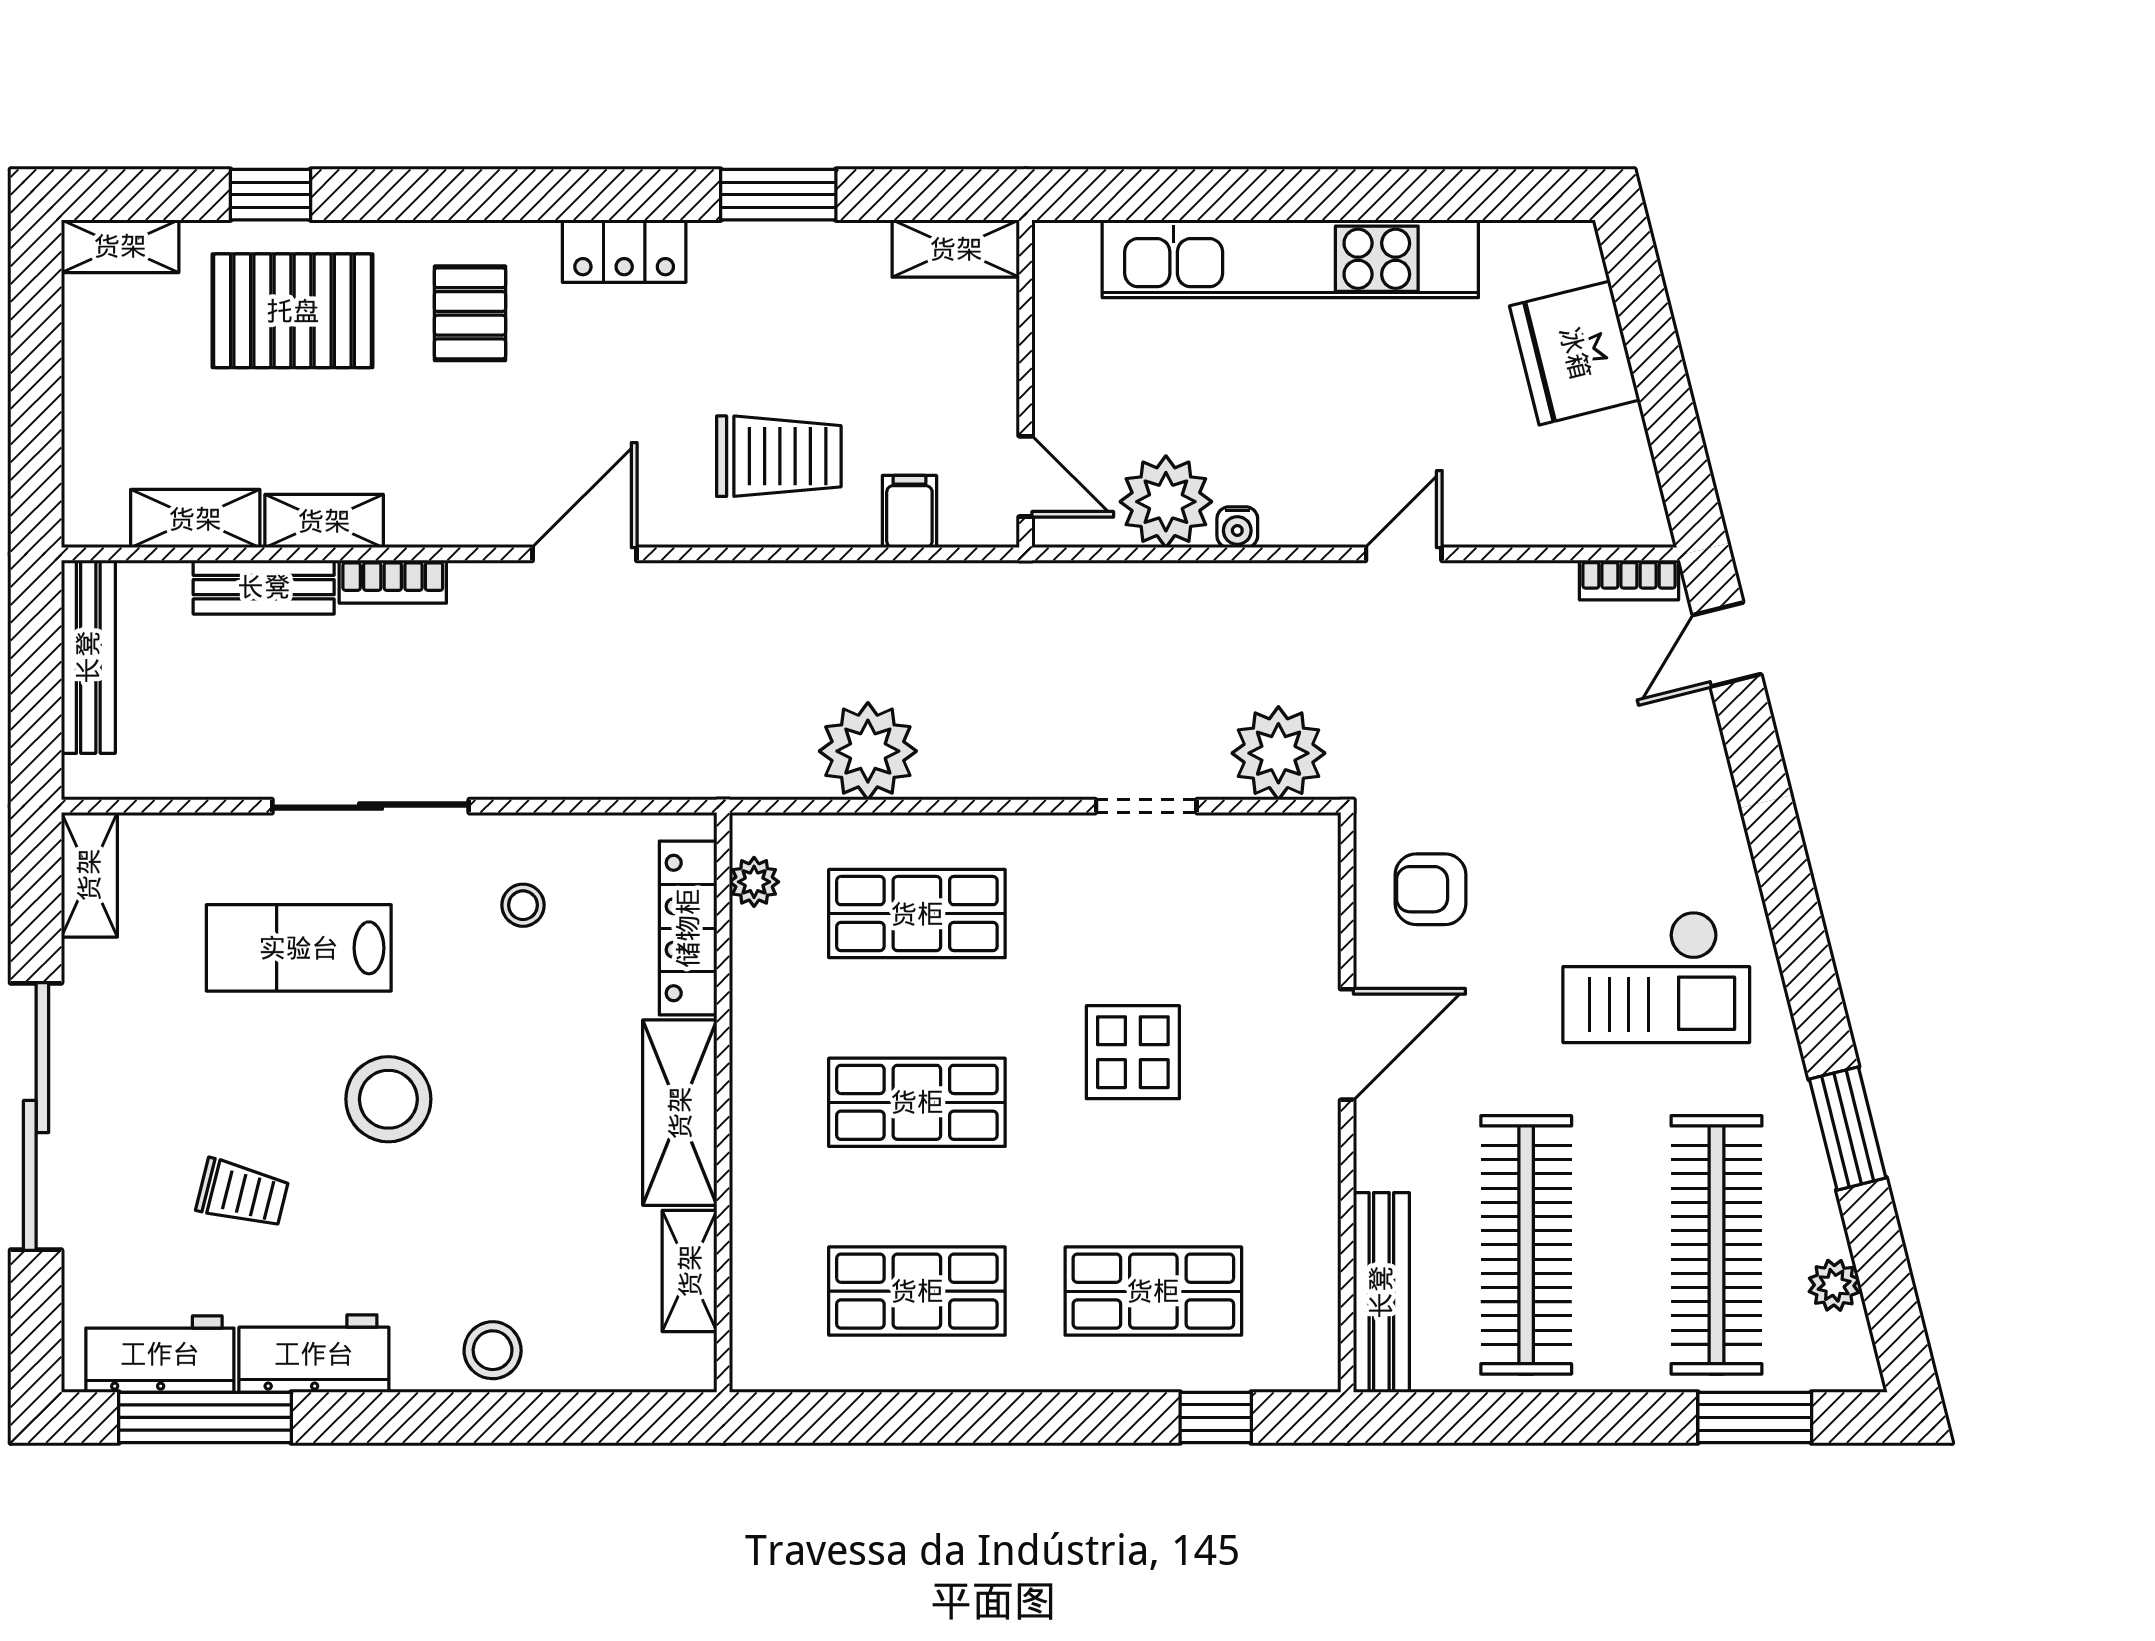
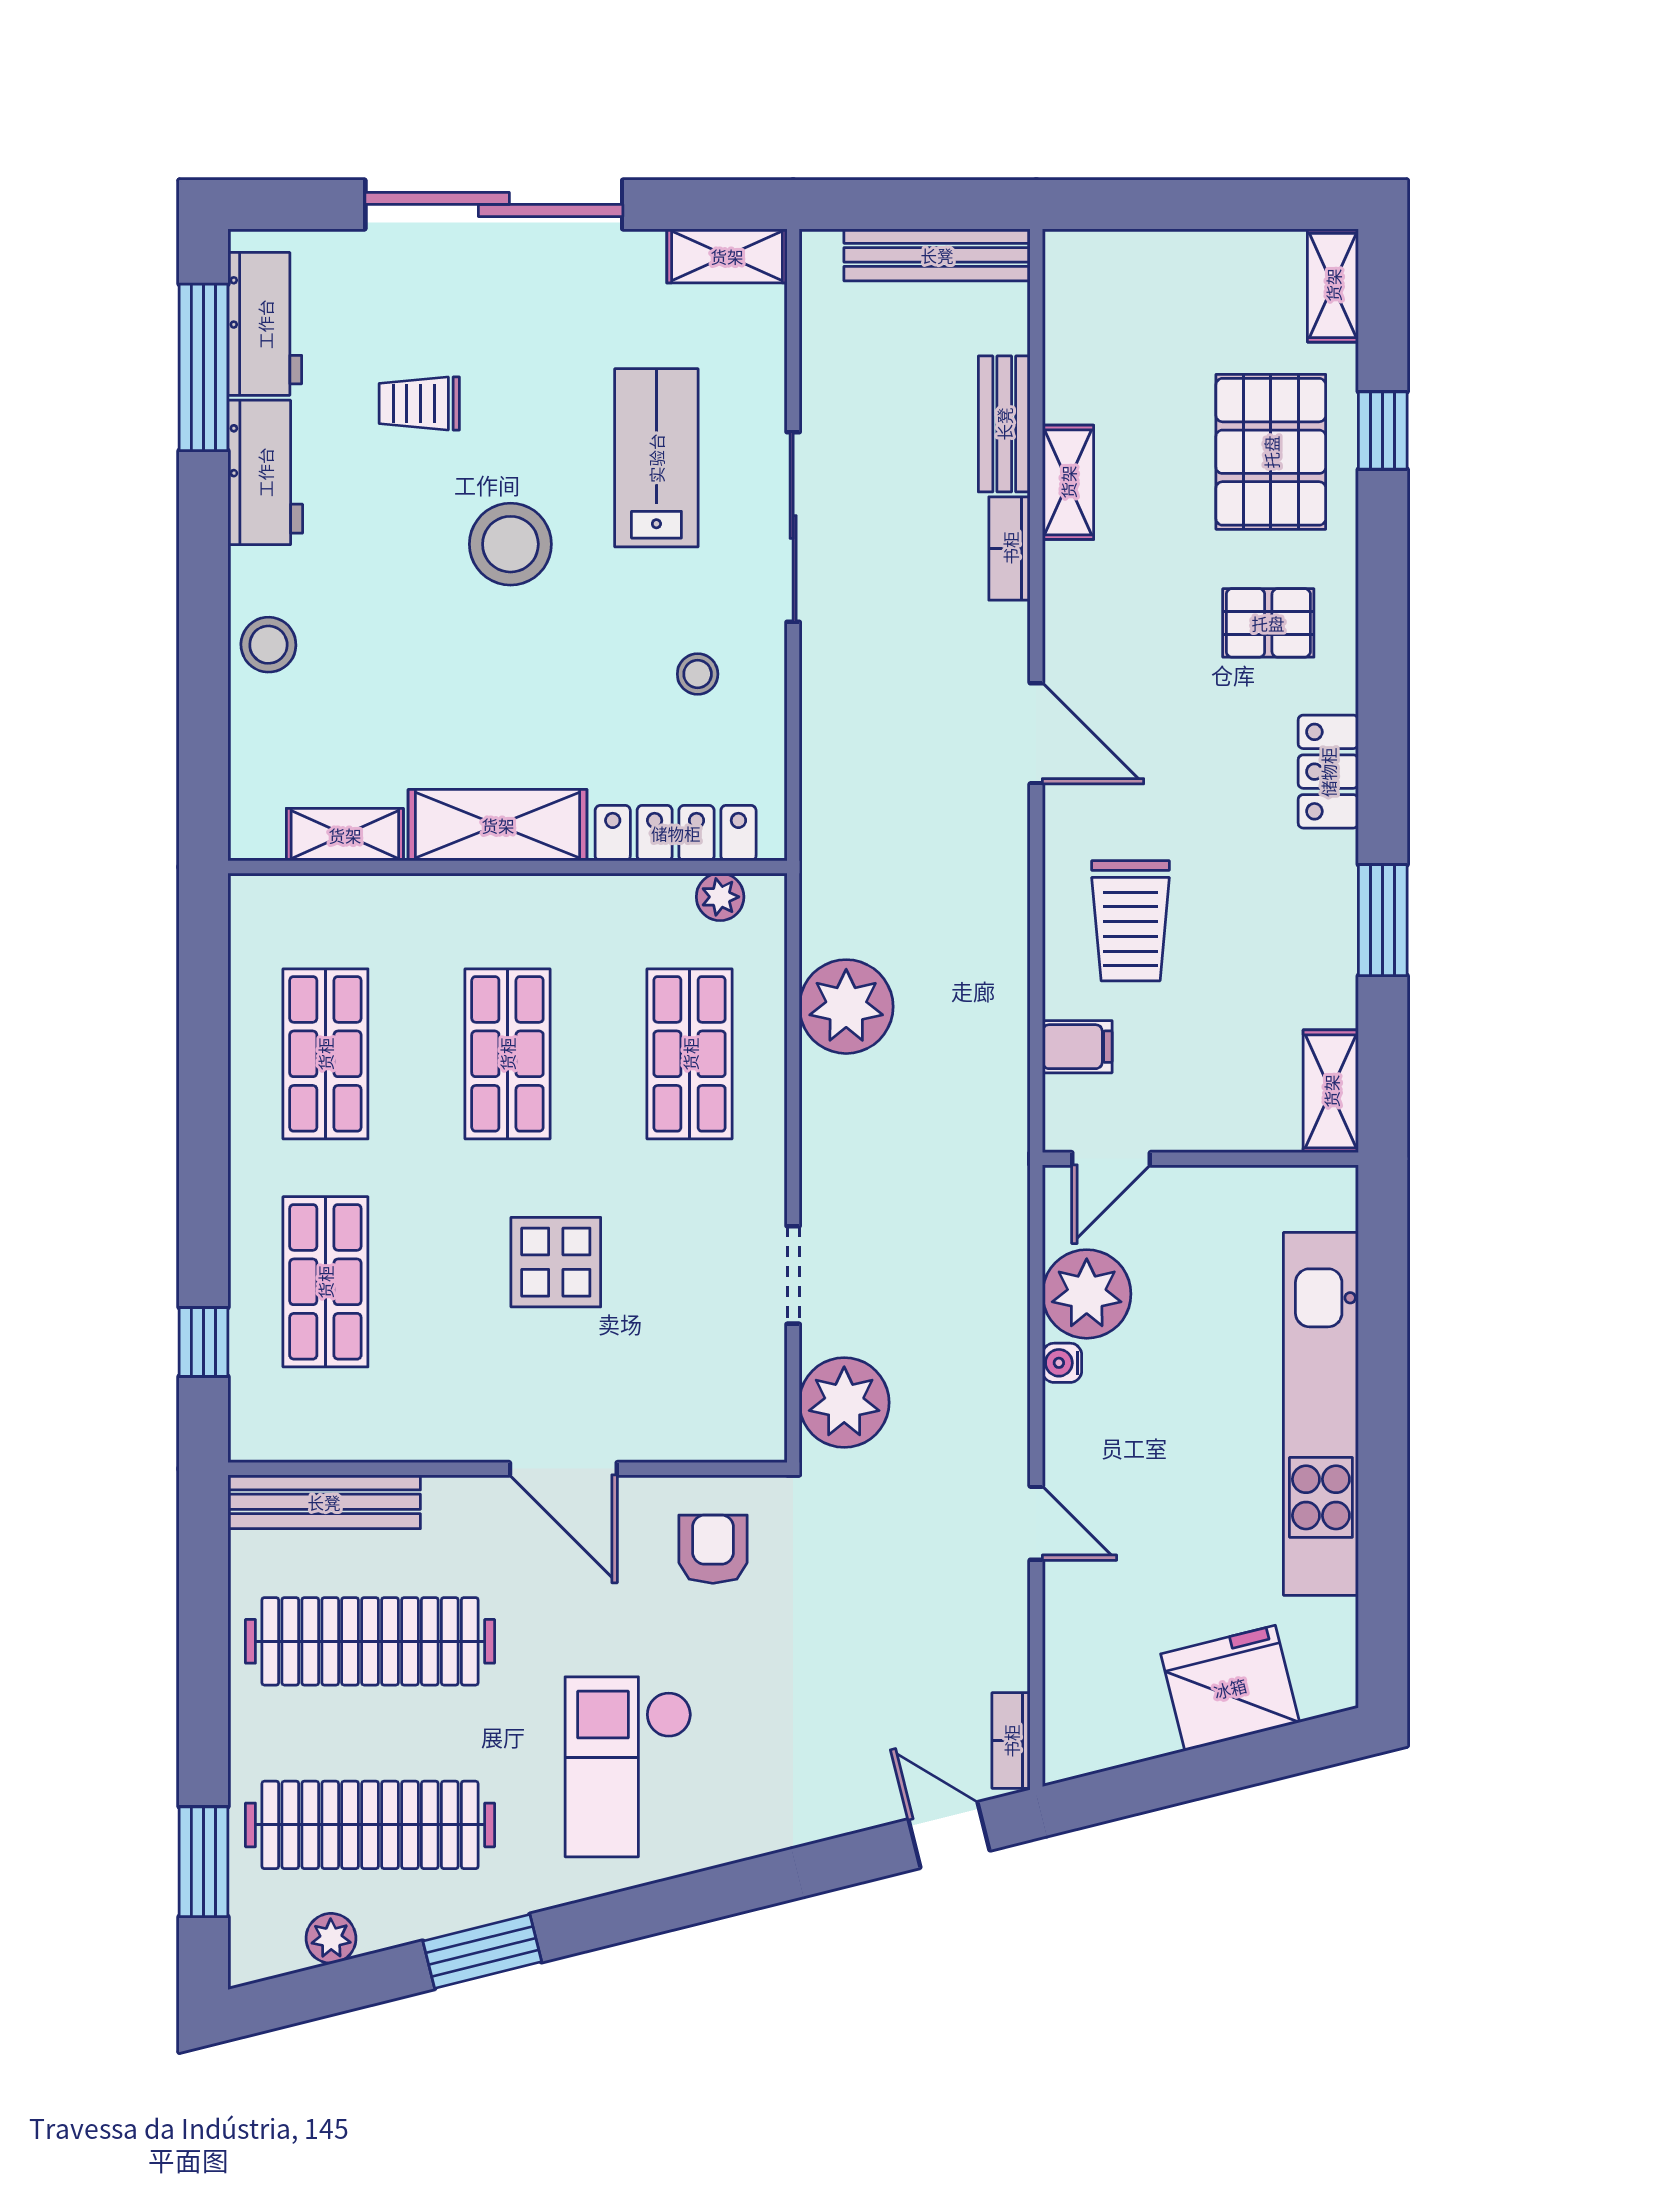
shelving: (195, 519) -> (1070, 358), removed
trolley: (242, 1194) -> (419, 404), turned 76

